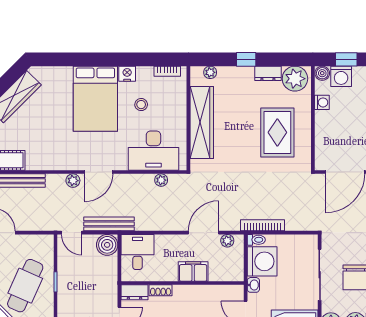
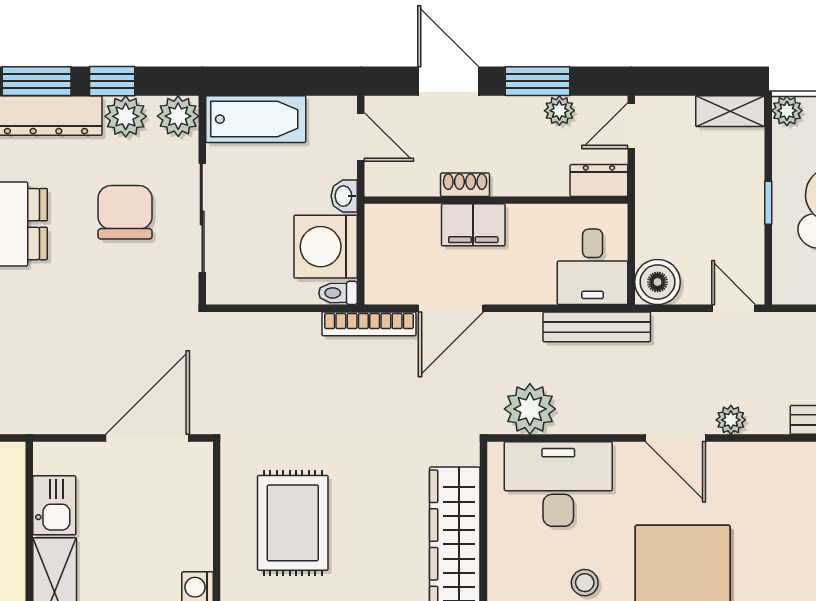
door: (99, 172) -> (675, 438), swing flipped
plant: (161, 180) -> (530, 409), width x1.88, depth x1.88
bench: (109, 224) -> (597, 327), moved
bookcase: (263, 225) -> (369, 324), moved
plant: (227, 241) -> (400, 291), removed
shoe rack: (161, 290) -> (465, 185), moved

